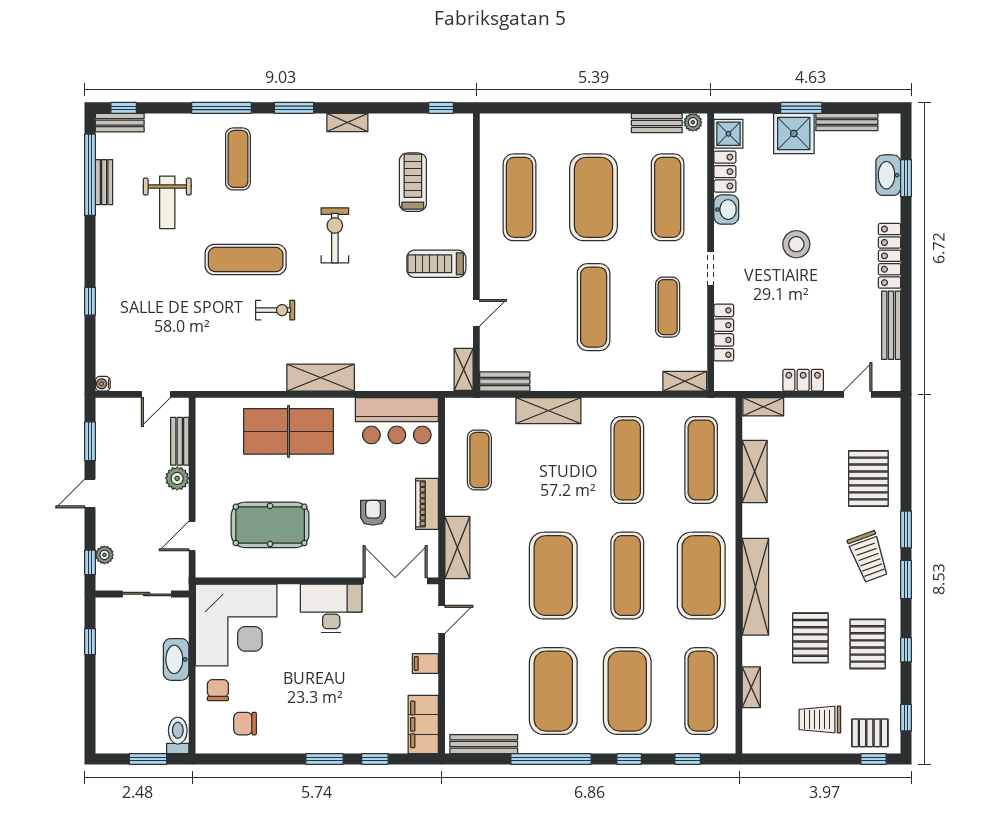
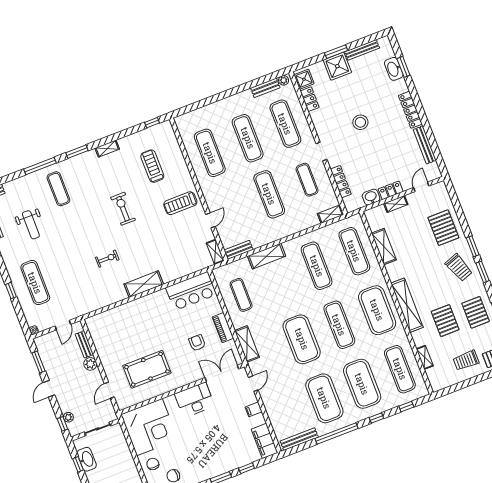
exercise mat: (594, 197) -> (248, 138), width x0.68
washbasin: (726, 210) -> (371, 197), moved, turned -90
exercise mat: (246, 260) -> (35, 283), moved, turned 90
shelving: (763, 407) -> (396, 204), moved
table tennis table: (289, 431) -> (138, 318), removed
washbasin: (176, 659) -> (87, 459), moved, turned 180

